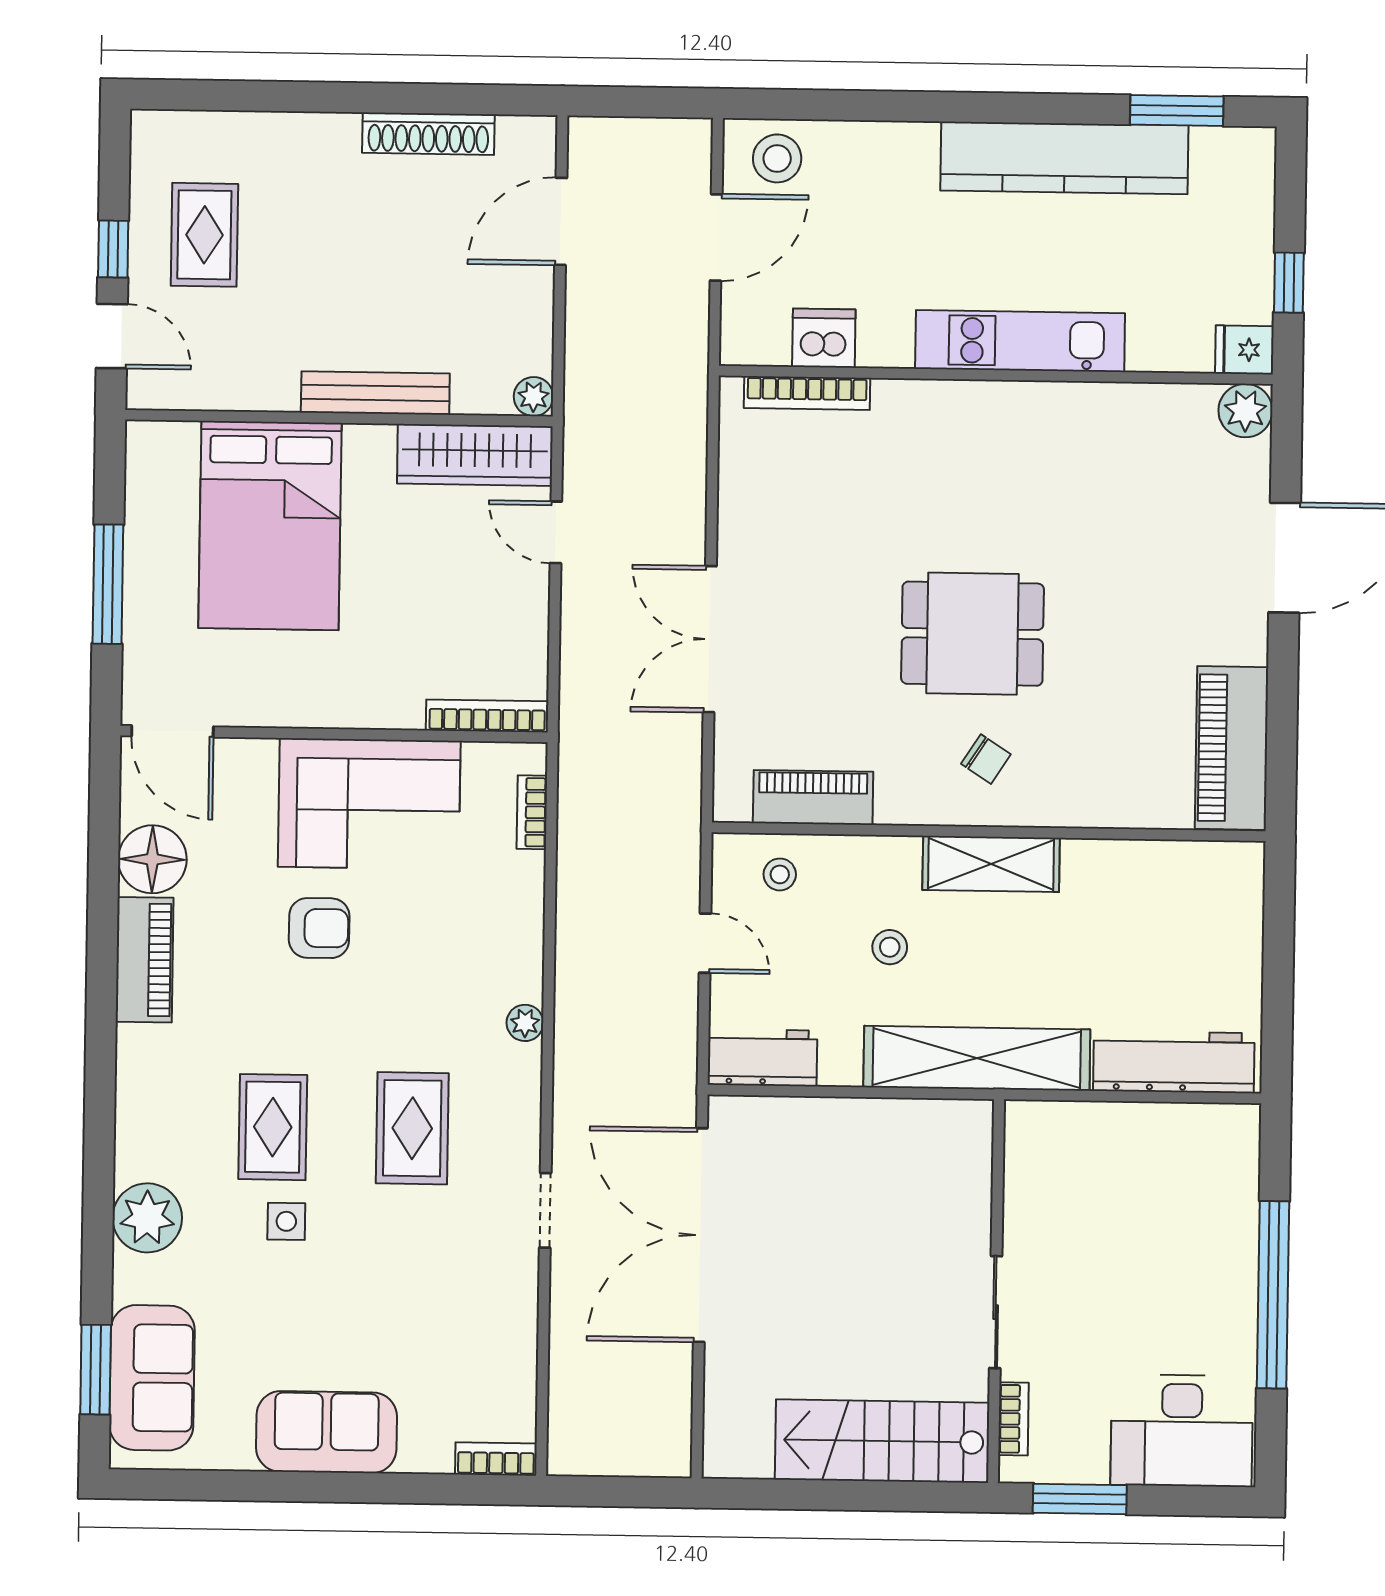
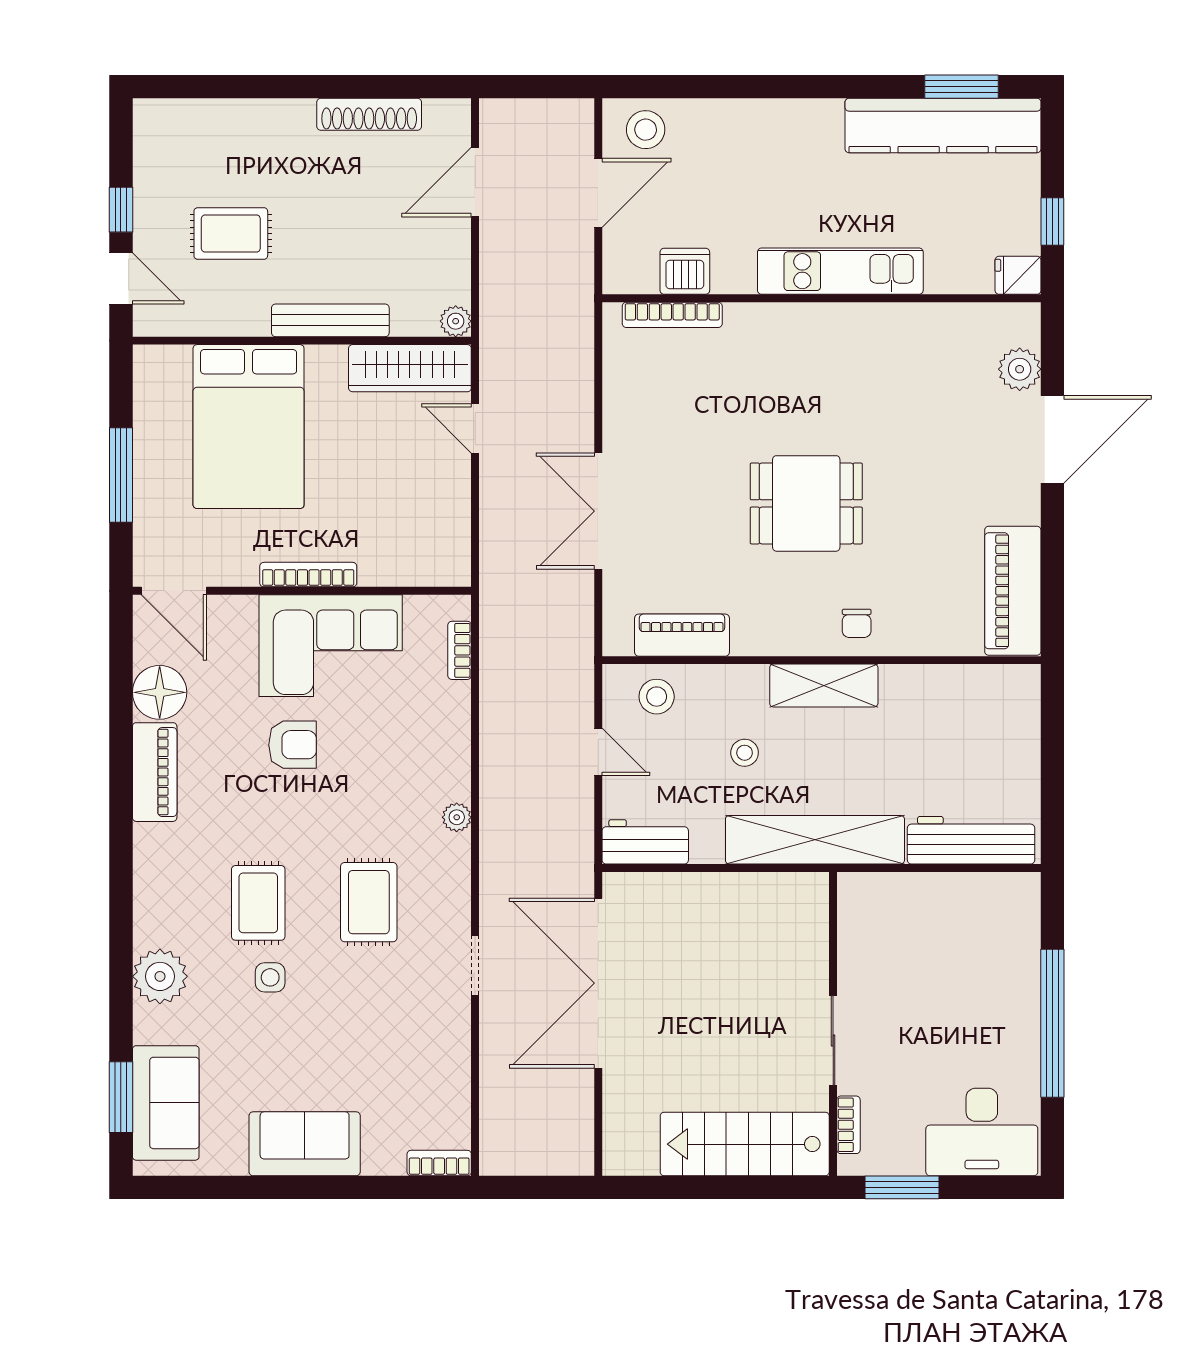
kitchen counter: (1064, 158) -> (943, 126), moved
rug: (204, 235) -> (231, 233), moved, turned 90
plant: (1245, 411) -> (1020, 369), moved
bookcase: (487, 716) -> (308, 575), moved
chair: (986, 759) -> (857, 623), moved, turned 57
stool: (780, 874) -> (657, 697), width x1.37, depth x1.37

